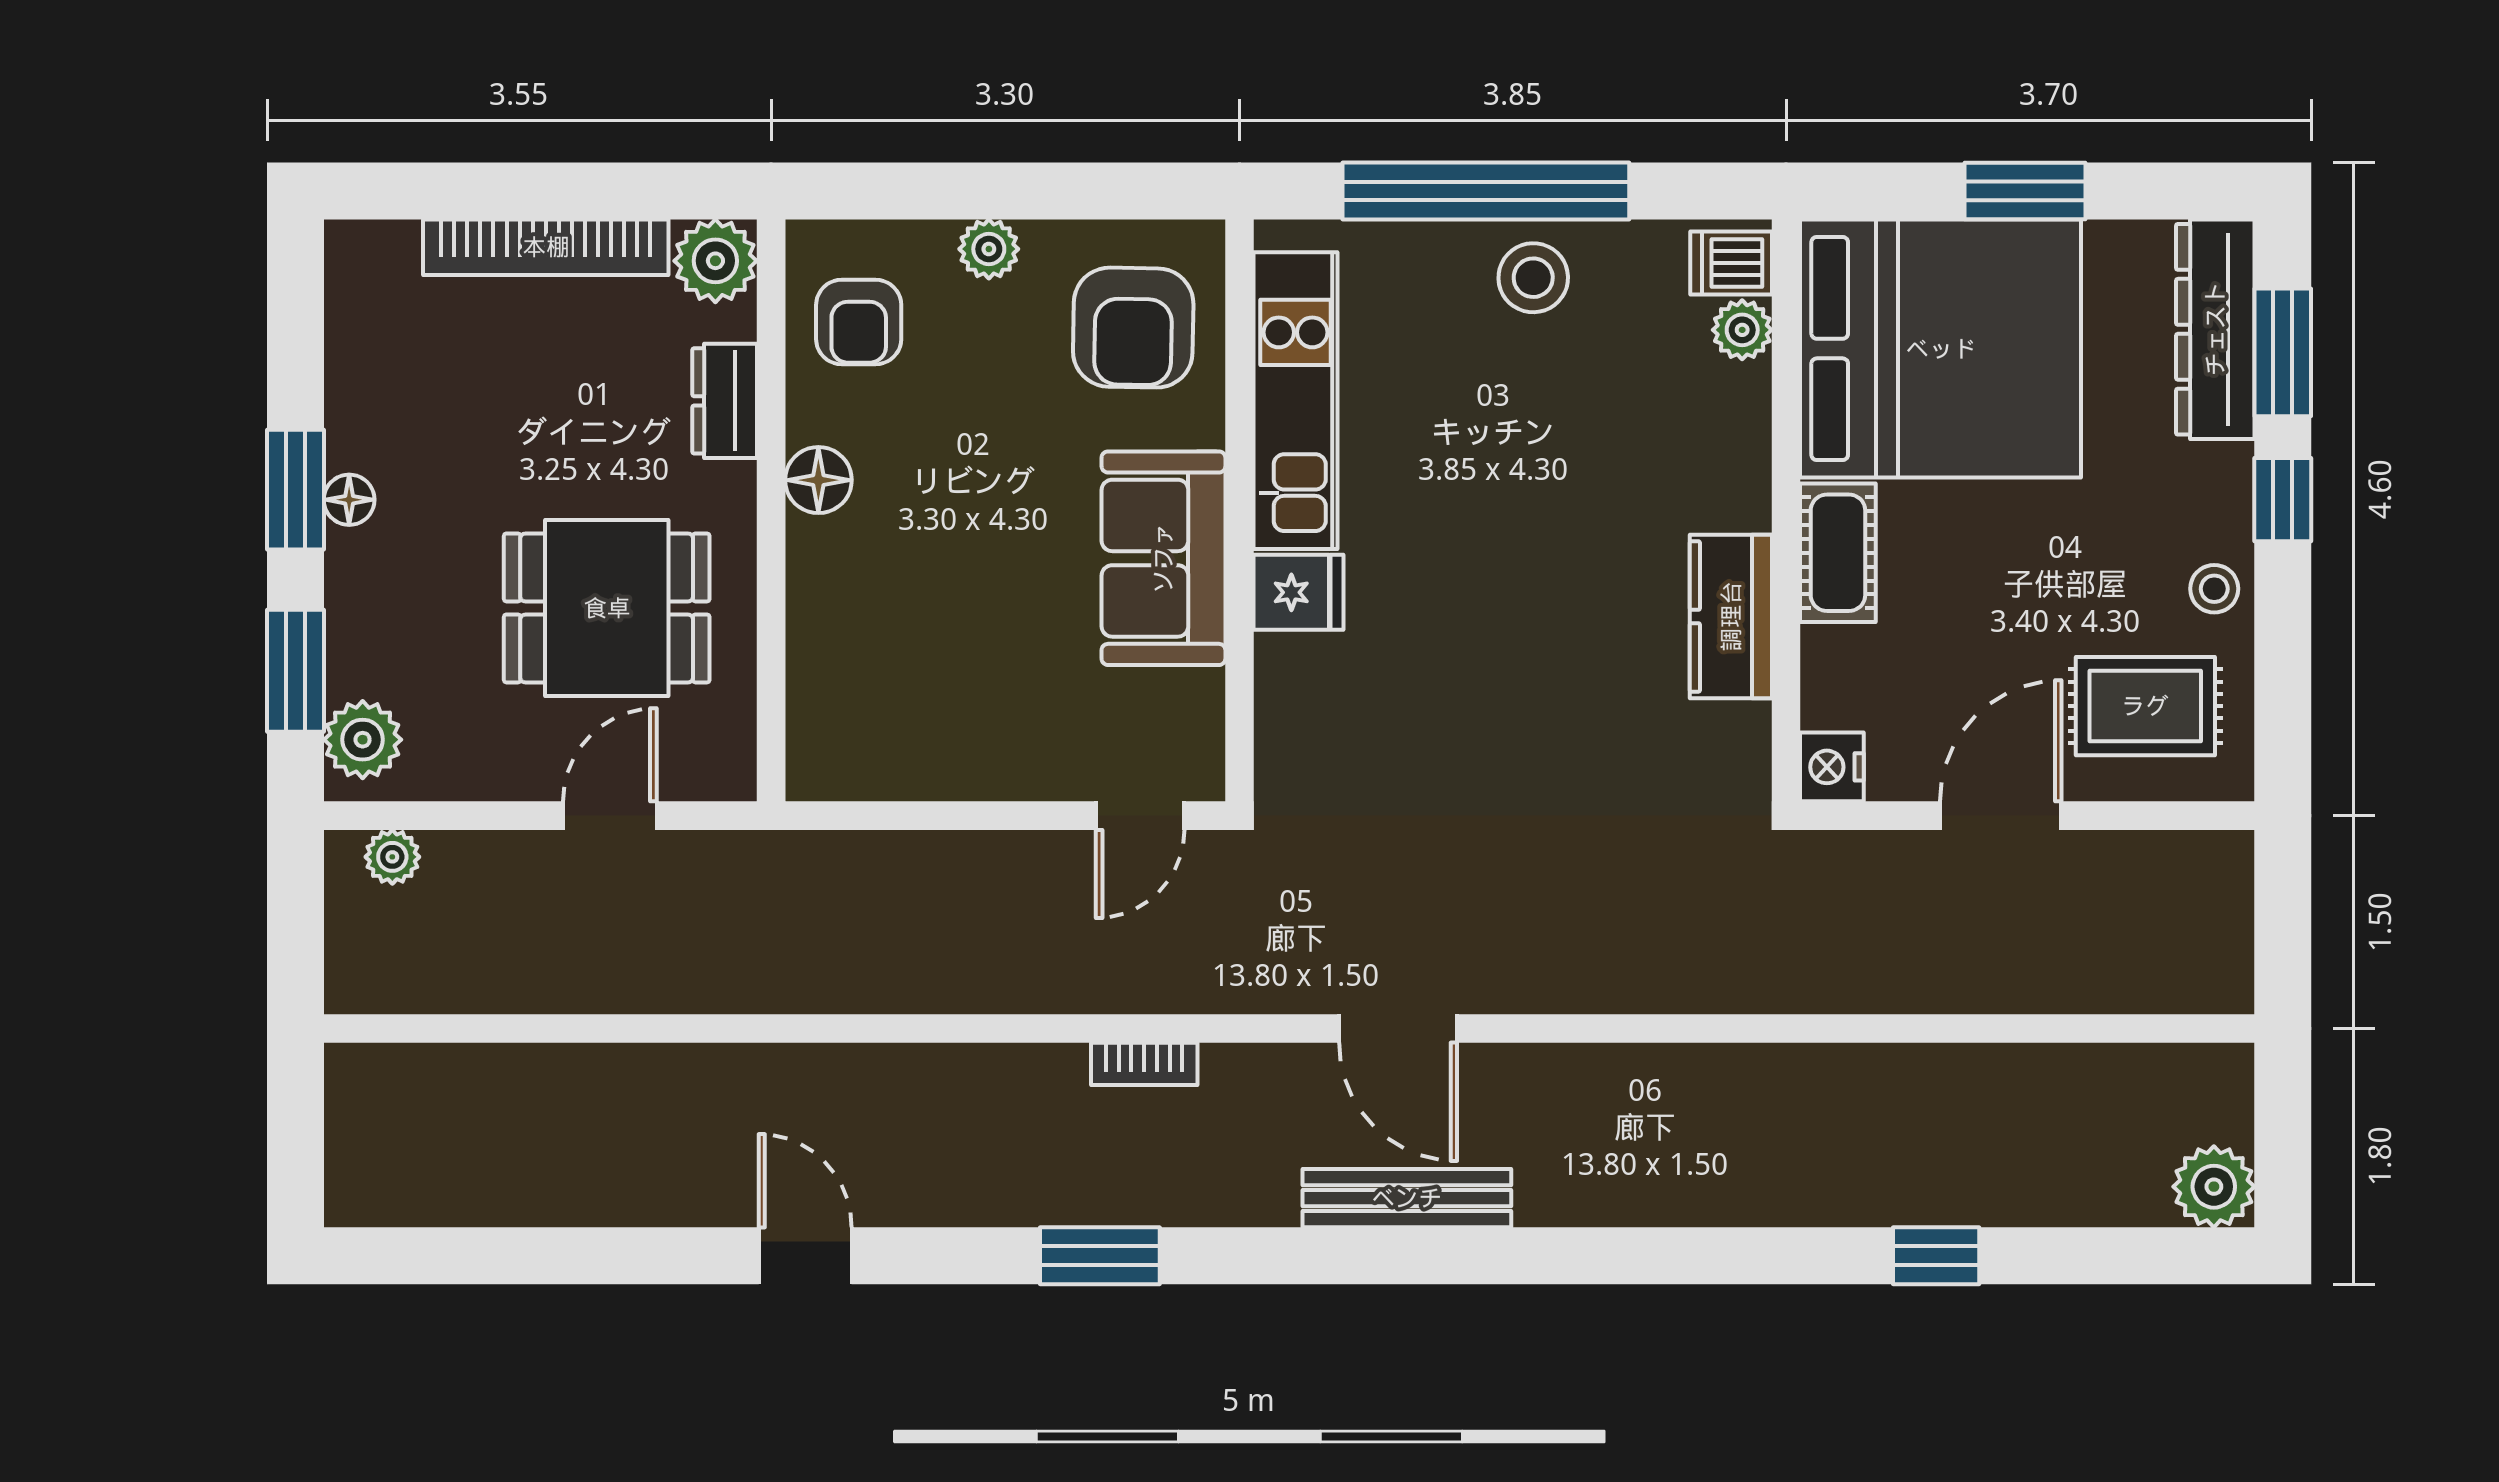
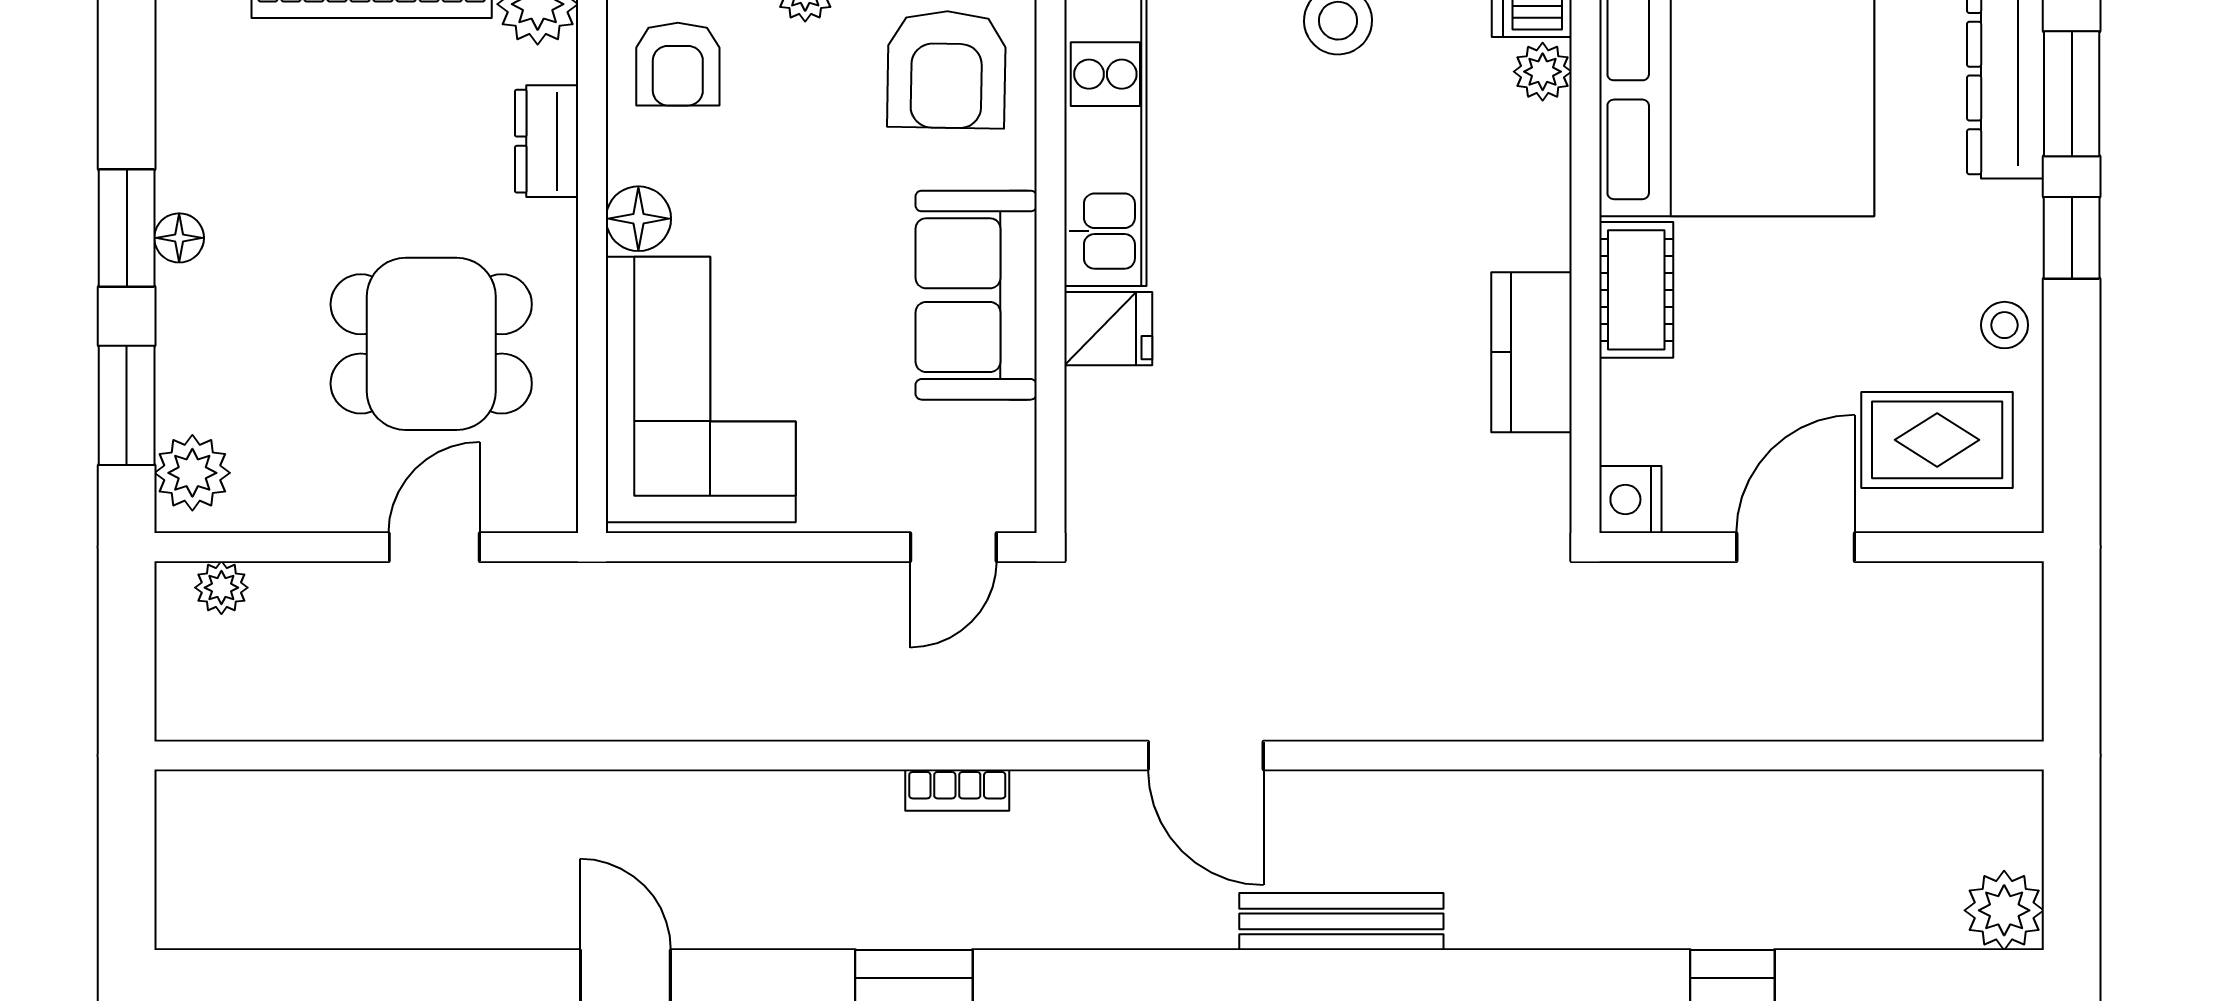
corner sofa: (882, 655) -> (701, 390), added
bench: (1407, 1198) -> (1341, 921), moved

